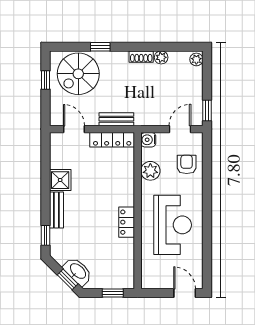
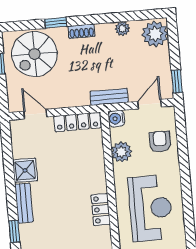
shoe rack: (141, 57) -> (82, 31), moved
plant: (196, 59) -> (155, 34), width x1.87, depth x1.87
bench: (116, 119) -> (109, 97), moved

